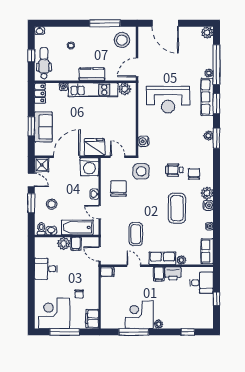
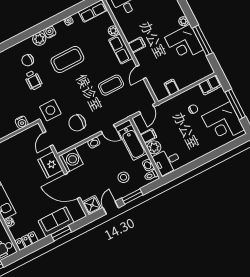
door: (100, 212) -> (108, 129), hinge flipped
desk: (46, 269) -> (167, 161), moved, turned 90
filing cabinet: (107, 272) -> (172, 87), moved
printer: (173, 273) -> (130, 32), removed

